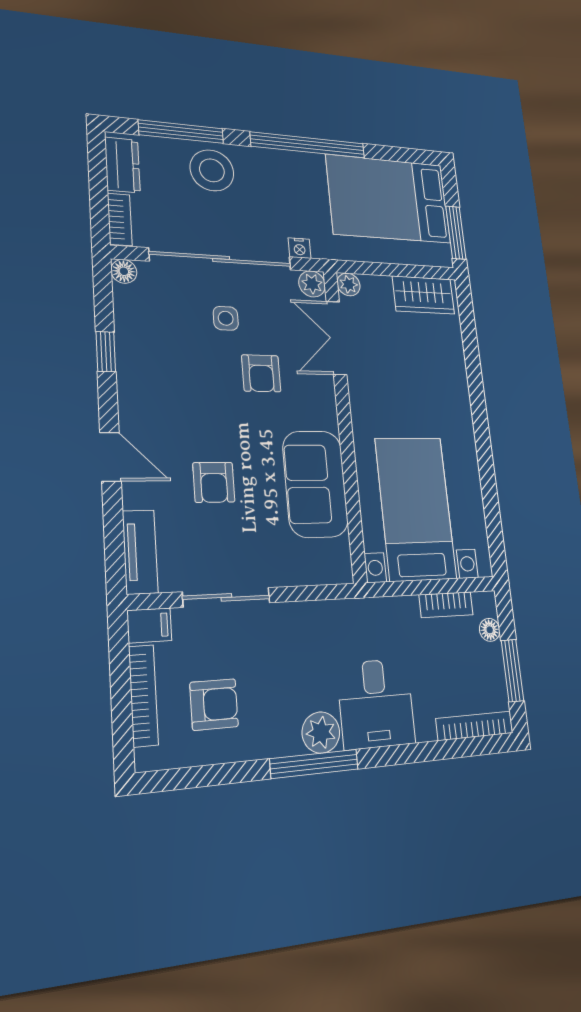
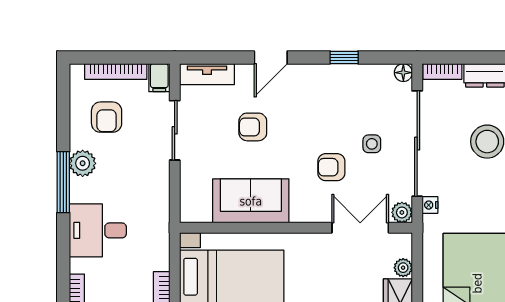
plant: (349, 284) -> (403, 268), moved
plant: (321, 733) -> (83, 163), moved

